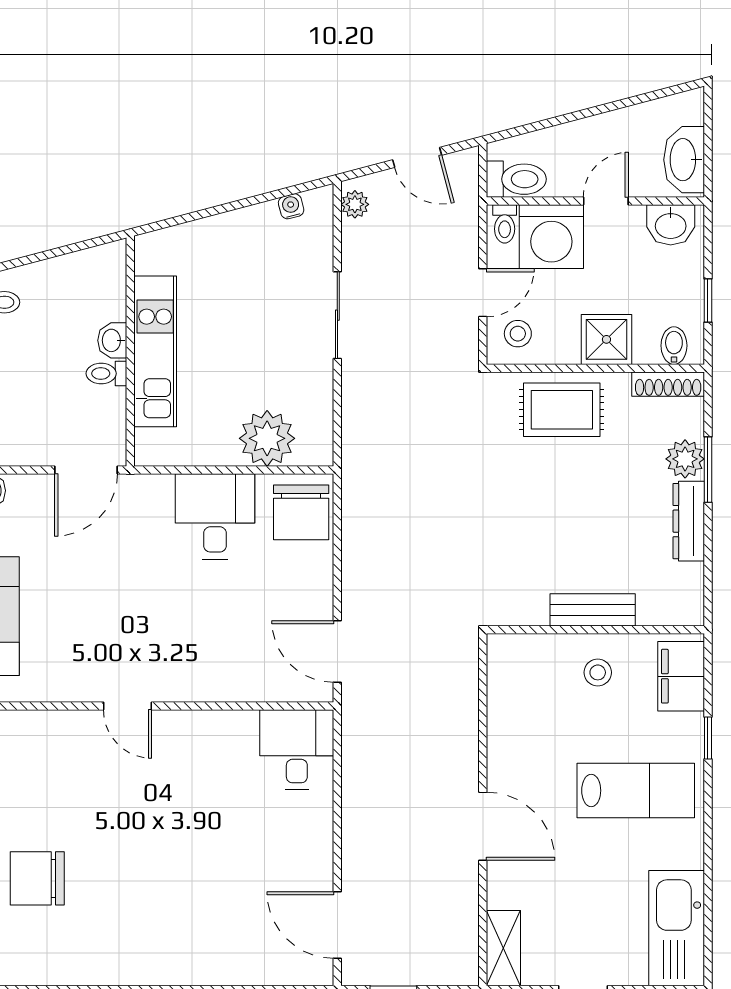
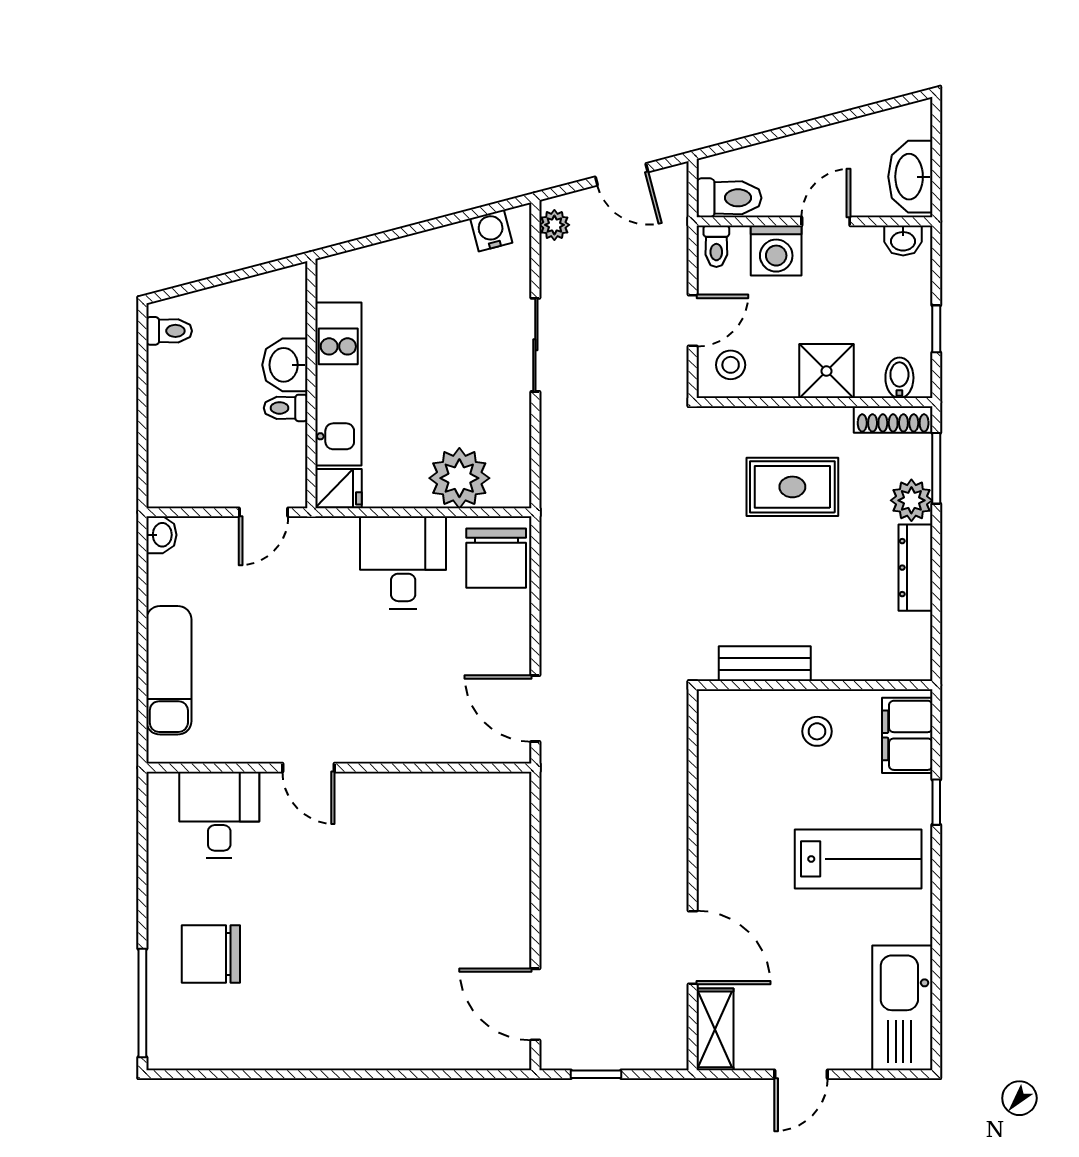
water cooler: (291, 206) -> (491, 231), width x1.38, depth x1.38
washbasin: (671, 225) -> (903, 240), width x0.72, depth x0.69
washing machine: (551, 237) -> (776, 251), width x0.73, depth x0.73
washbasin: (112, 340) -> (285, 365), width x1.38, depth x1.45
rug: (562, 410) -> (792, 487), moved
fridge: (155, 448) -> (338, 488), added
door: (86, 470) -> (264, 512), width x0.73
window: (708, 470) -> (936, 468), moved
bench: (593, 610) -> (765, 664), moved
desk: (297, 750) -> (219, 815), moved
door: (483, 826) -> (693, 947), moved

